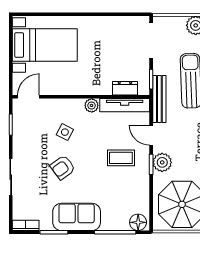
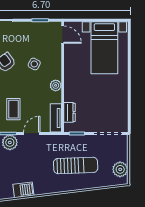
bench: (159, 99) -> (61, 140), removed
tv unit: (125, 105) -> (56, 118), width x0.71

